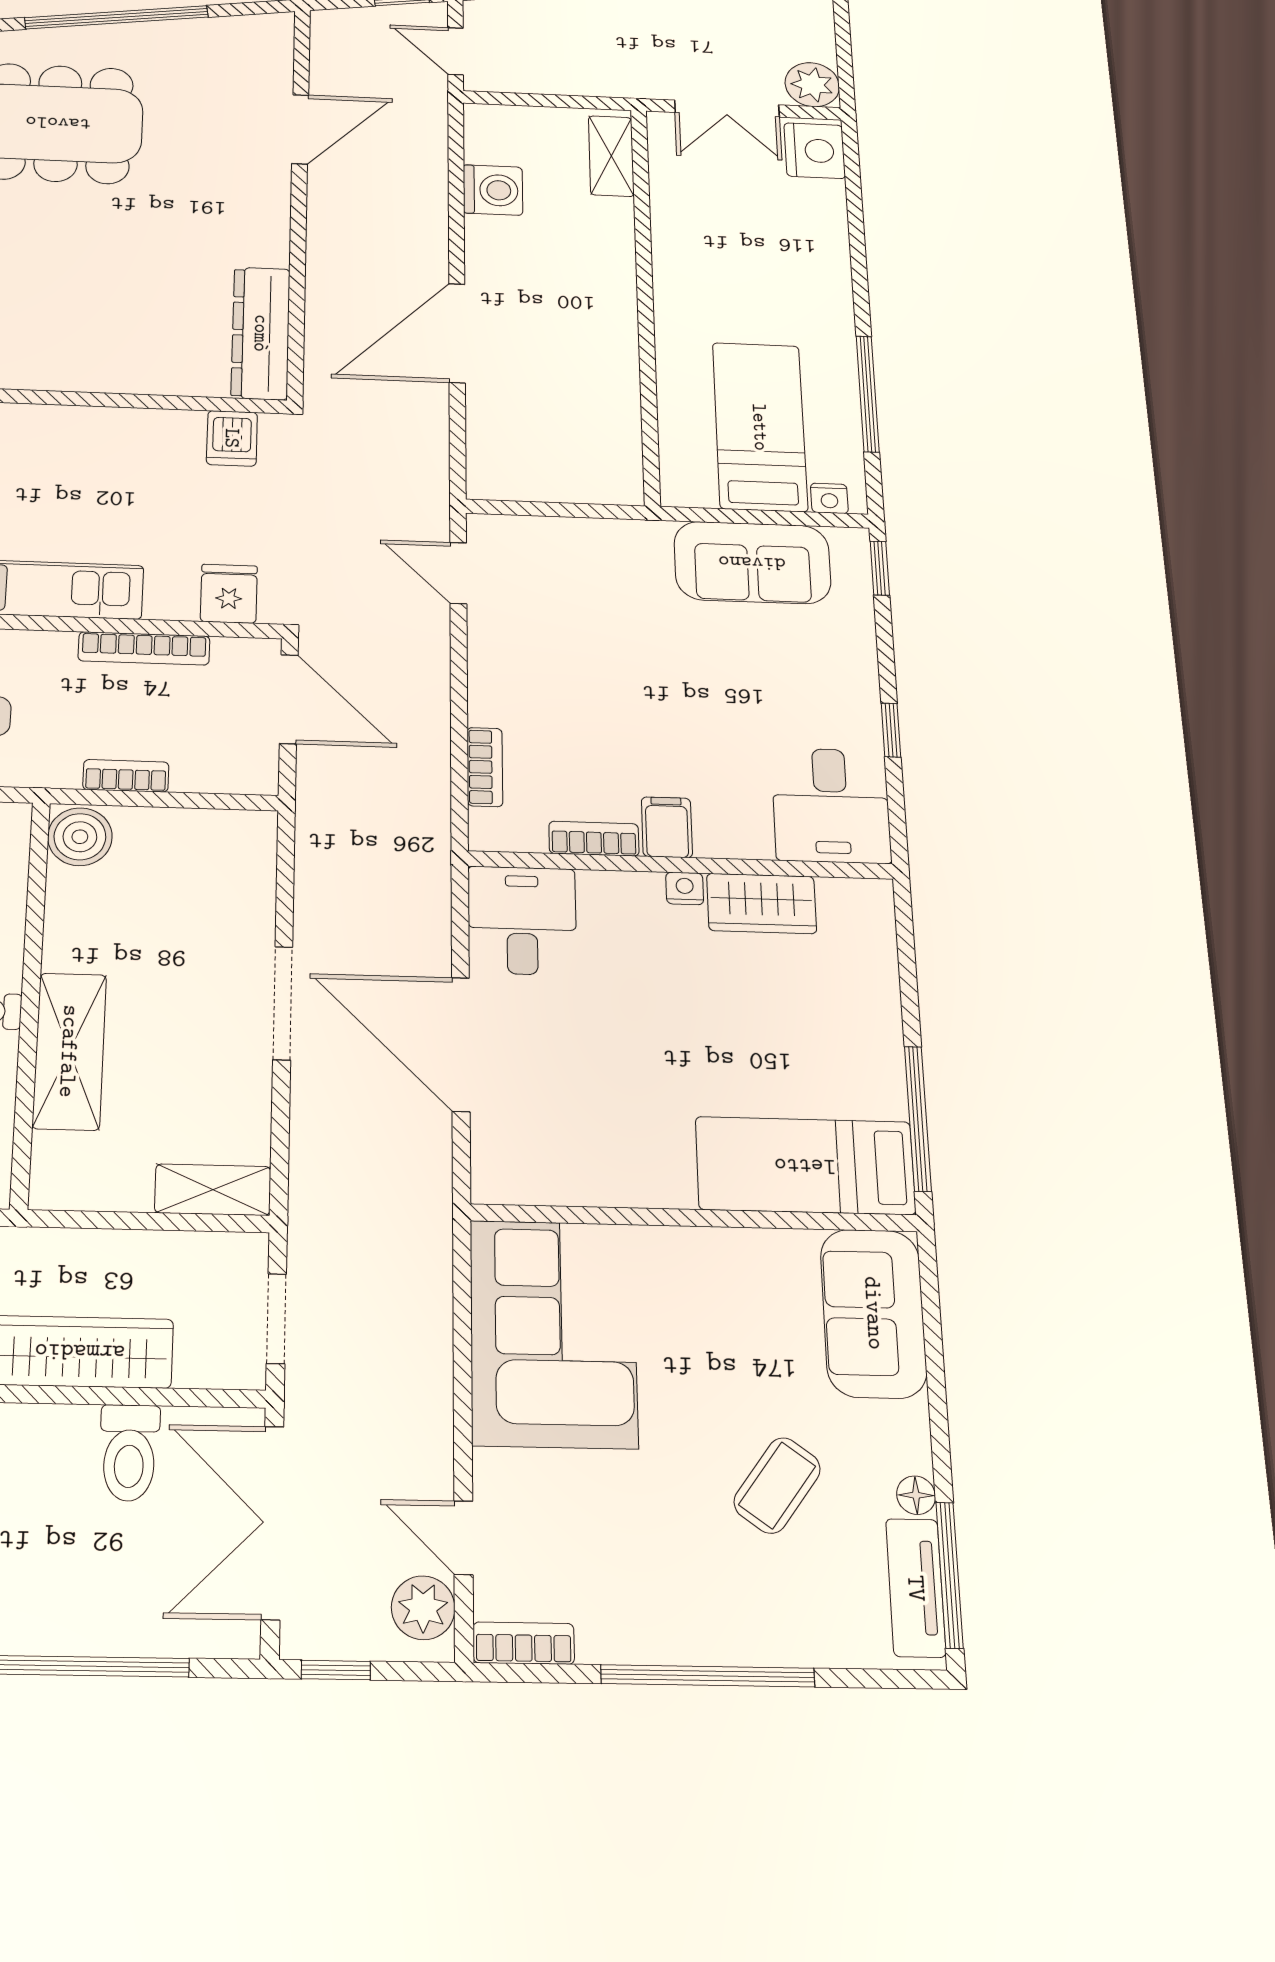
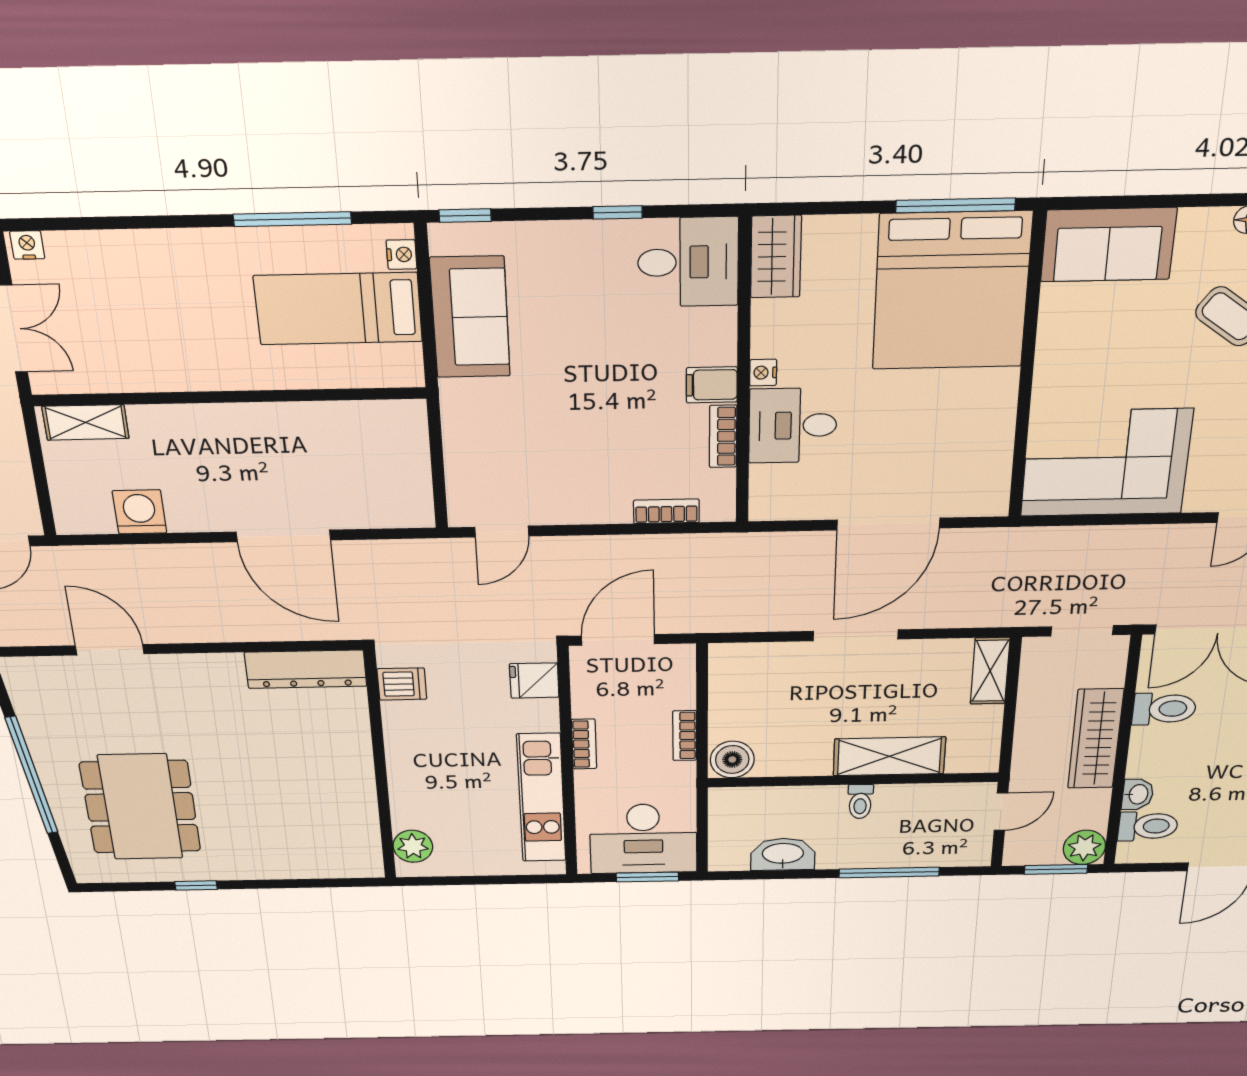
nightstand: (815, 151) -> (27, 245), width x0.53, depth x0.56
bookcase: (144, 648) -> (584, 744), width x0.64
wardrobe: (762, 903) -> (776, 257), moved
desk: (522, 921) -> (793, 425), moved
bed: (805, 1166) -> (952, 291), width x2.04

